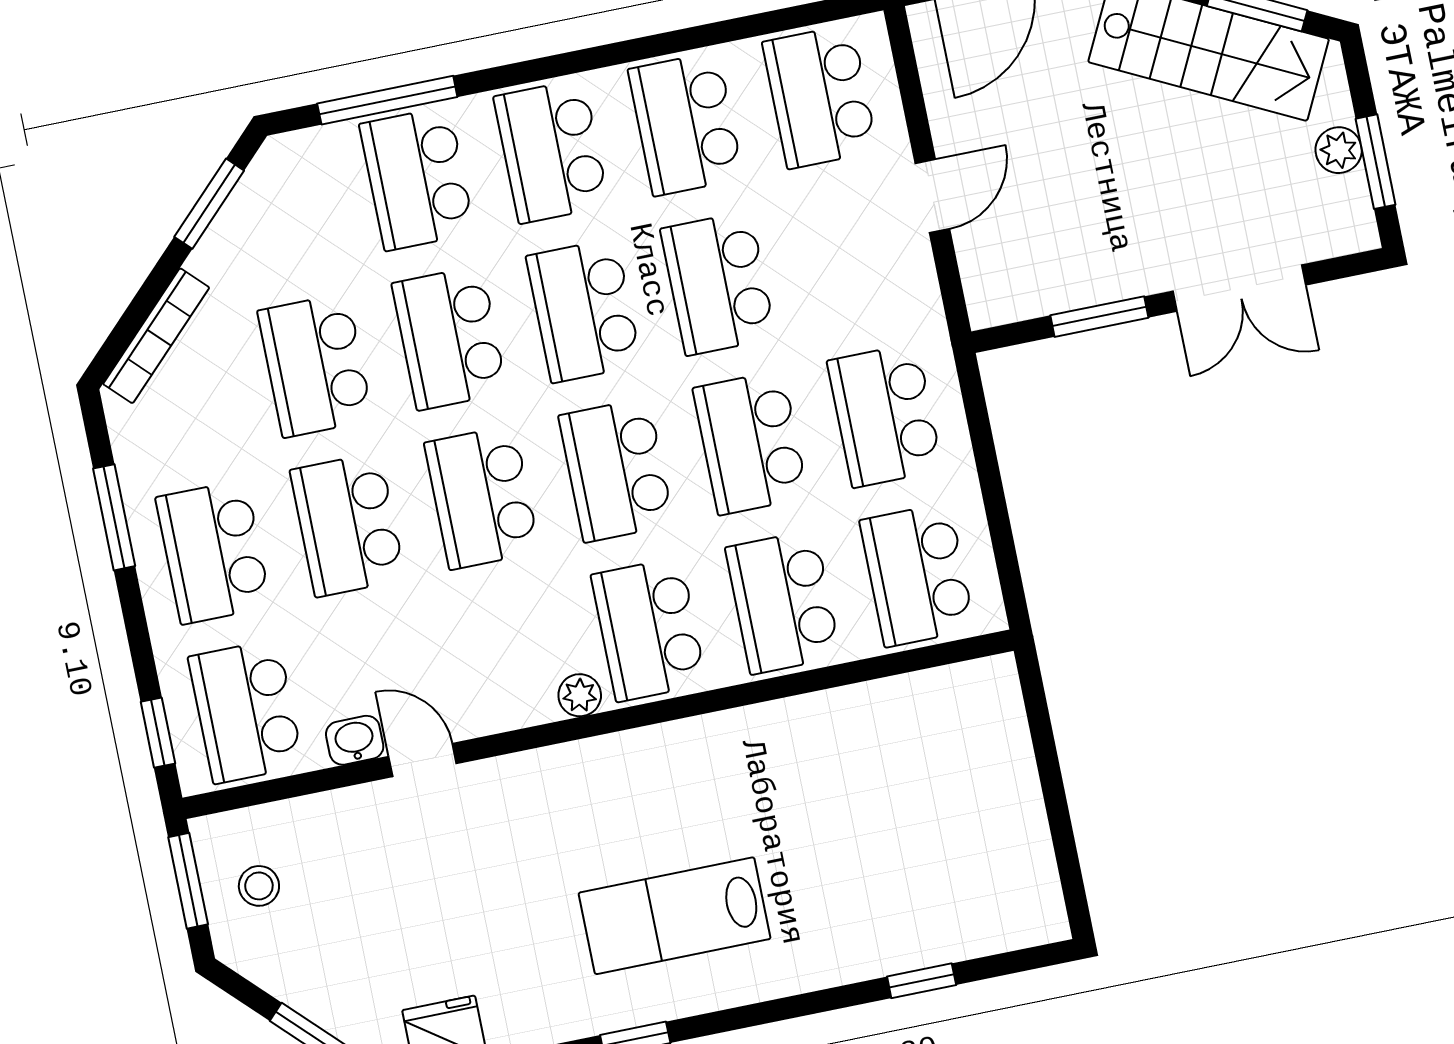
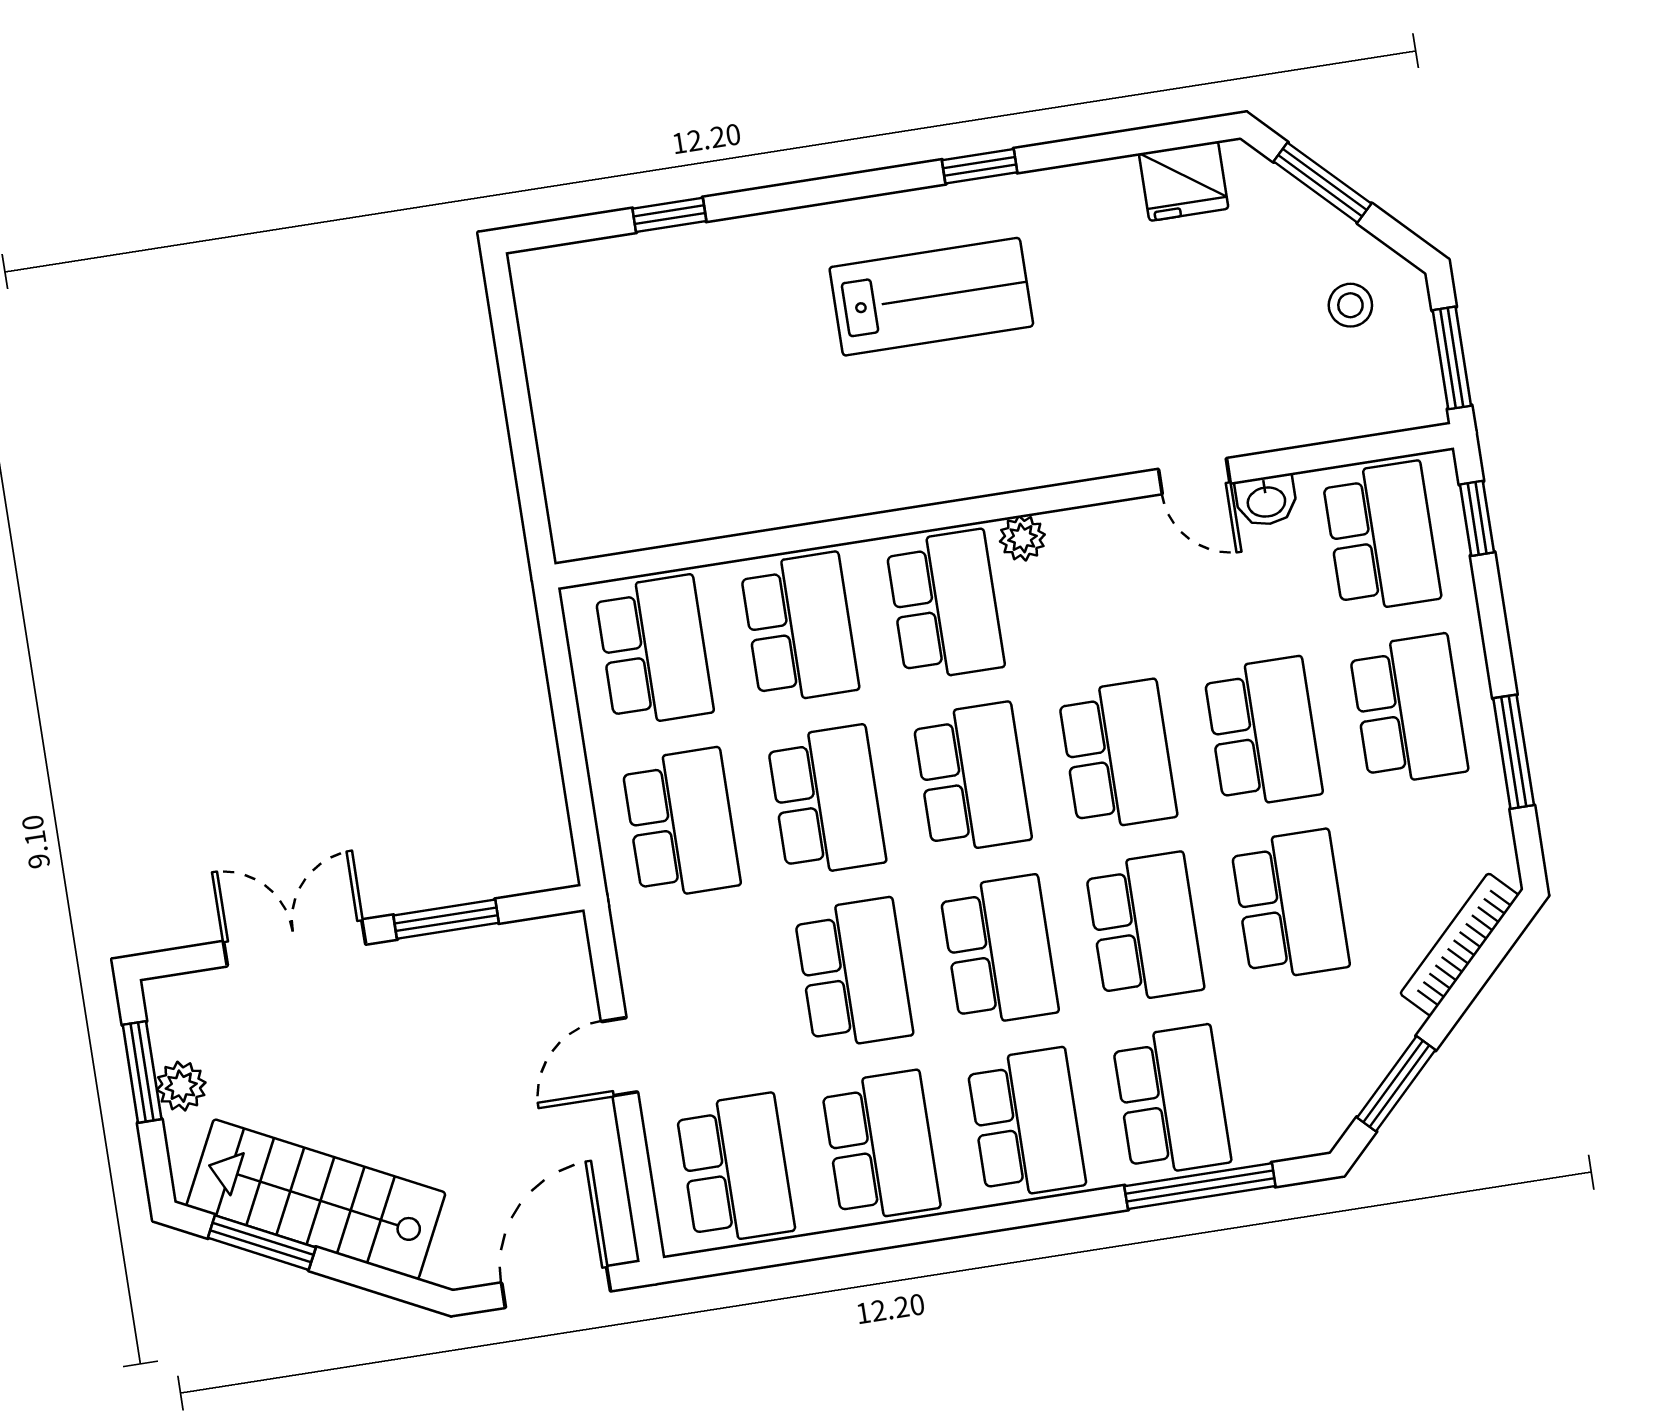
stool: (259, 886) -> (1350, 305), moved

